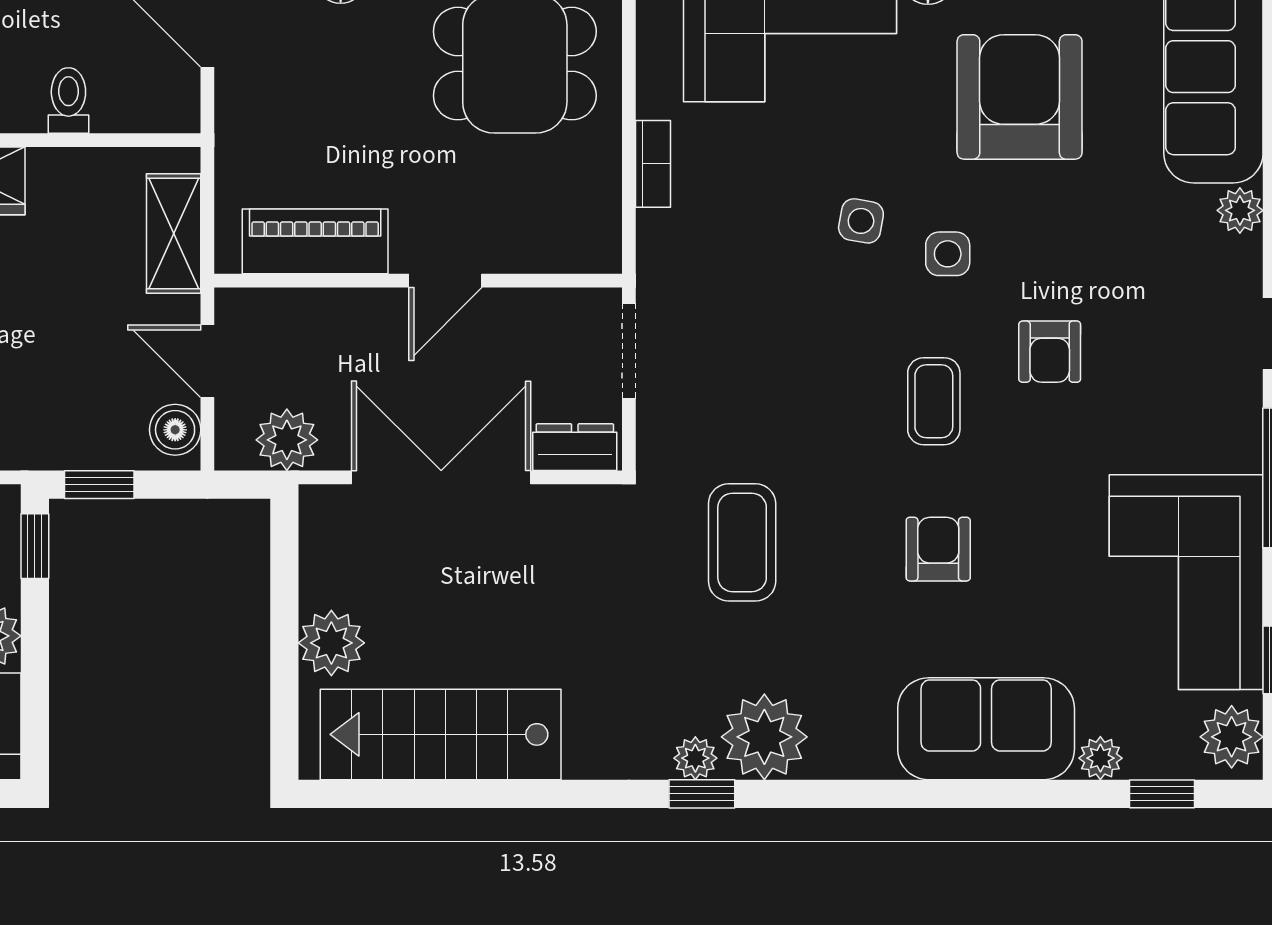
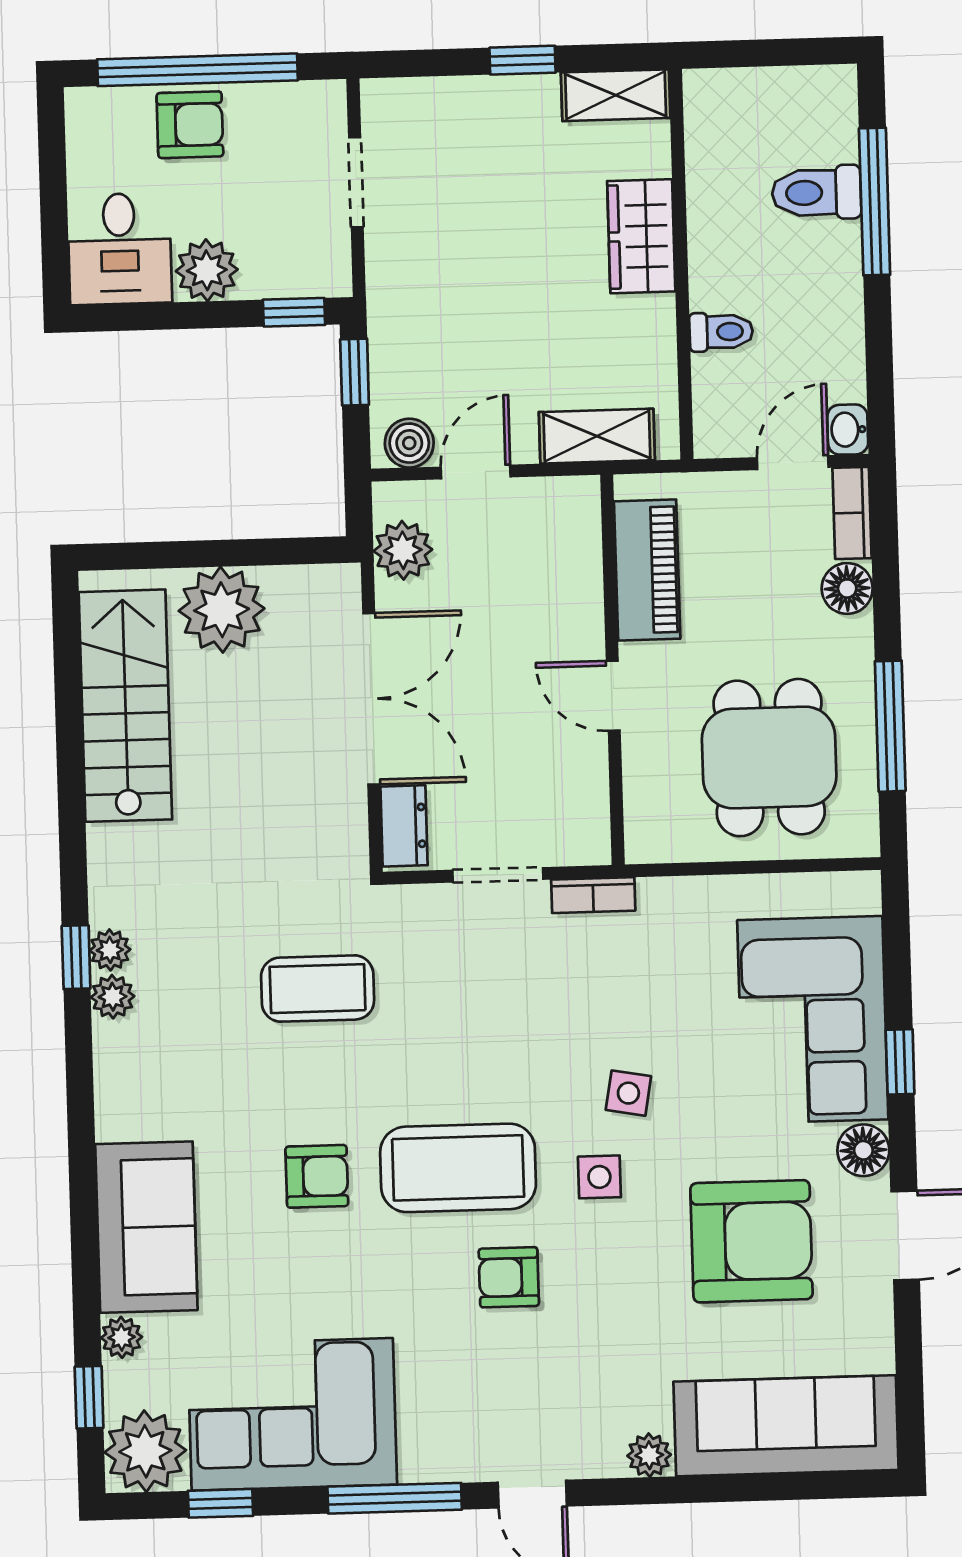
bookcase: (653, 164) -> (593, 895), moved
piano: (315, 241) -> (647, 570), moved
wall: (418, 281) -> (612, 670), moved
door: (445, 281) -> (613, 696), moved
coffee table: (934, 401) -> (458, 1168), width x1.86, depth x1.72
plant: (331, 643) -> (222, 610), width x1.36, depth x1.36
plant: (764, 737) -> (113, 997), width x0.53, depth x0.53
plant: (1232, 737) -> (145, 1451), width x1.36, depth x1.36

